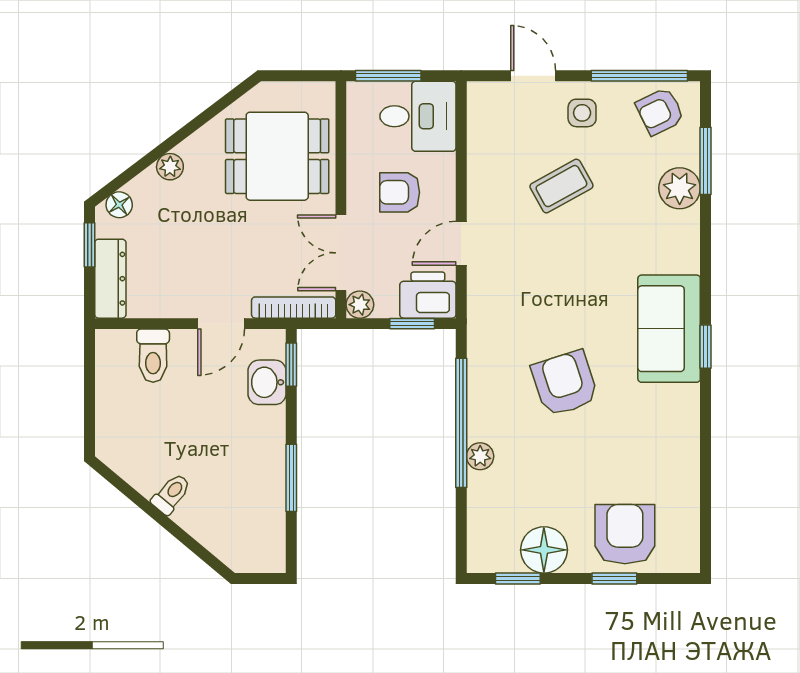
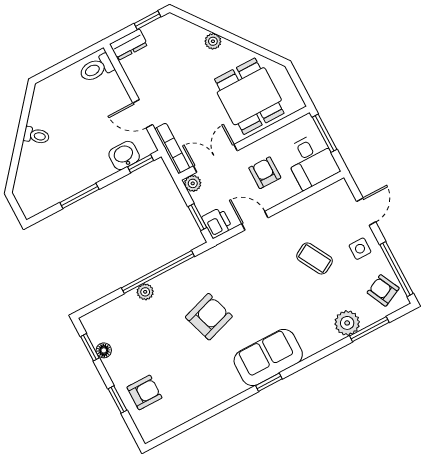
floor lamp: (119, 205) -> (178, 25), removed
dresser: (110, 279) -> (129, 45), width x0.70
printer: (428, 295) -> (217, 223), width x0.73, depth x0.81
toilet: (153, 356) -> (96, 68), moved
armchair: (625, 534) -> (144, 392), width x0.72, depth x0.72
floor lamp: (544, 550) -> (104, 350), width x0.53, depth x0.53

